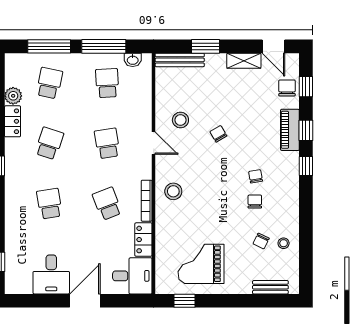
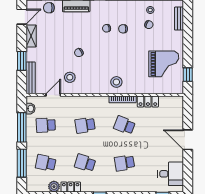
door: (154, 143) -> (53, 95), moved
school desk: (107, 204) -> (124, 125), turned 42
grand piano: (201, 264) -> (164, 64), turned -90
desk: (51, 274) -> (171, 174), moved
desk: (132, 276) -> (172, 109), removed

